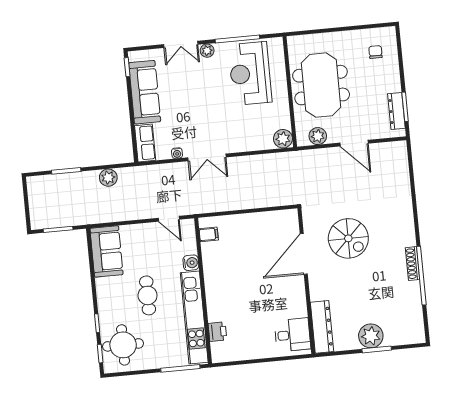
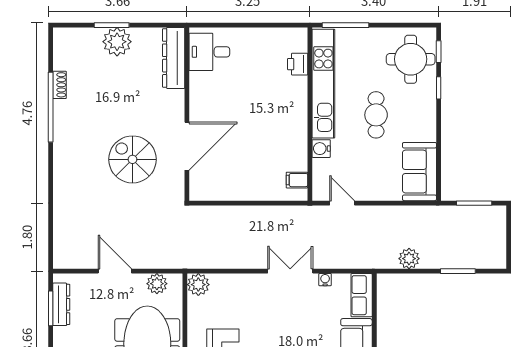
shoe rack: (413, 264) -> (60, 85), moved, width x0.70

